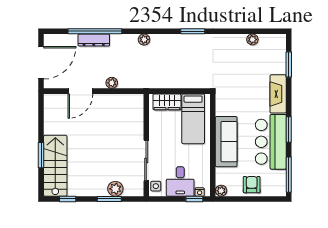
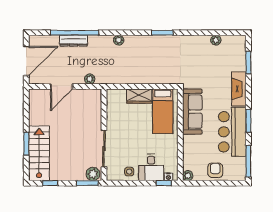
sofa: (226, 142) -> (192, 112), moved
wall: (146, 145) -> (104, 135), moved
sliding door: (146, 160) -> (104, 149), moved

